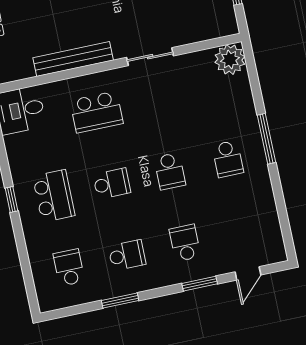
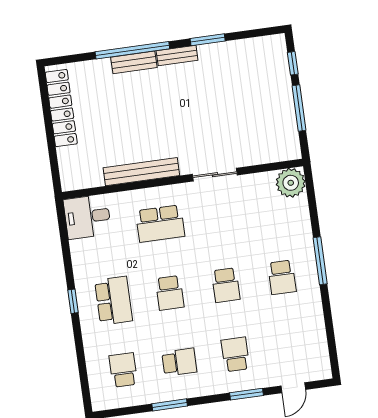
school desk: (112, 184) -> (170, 293), turned 90

